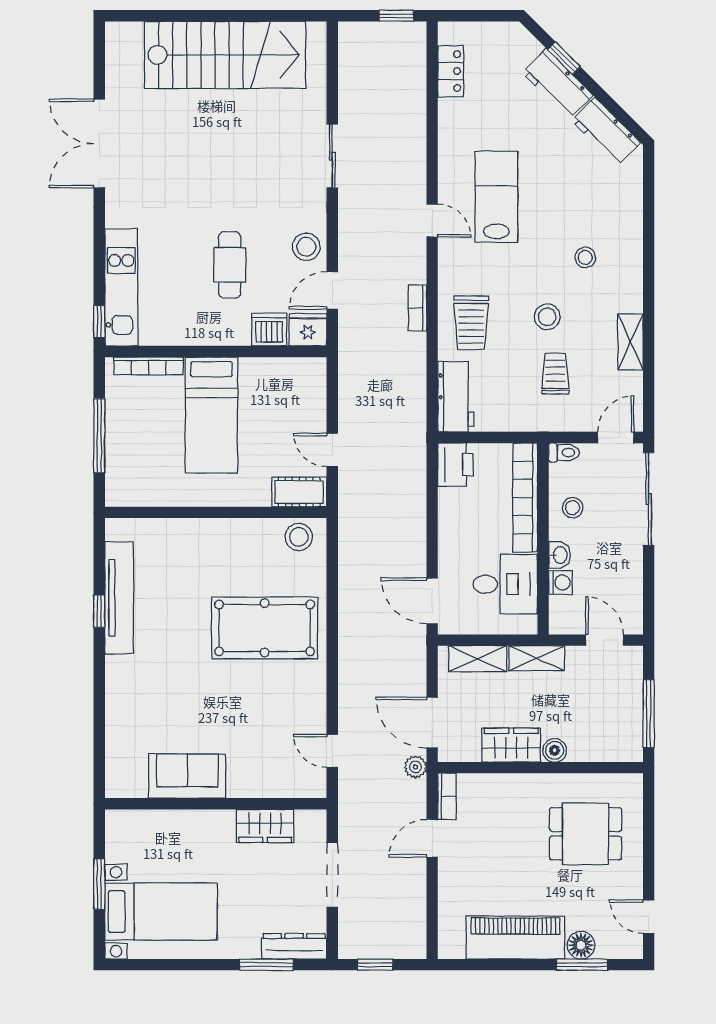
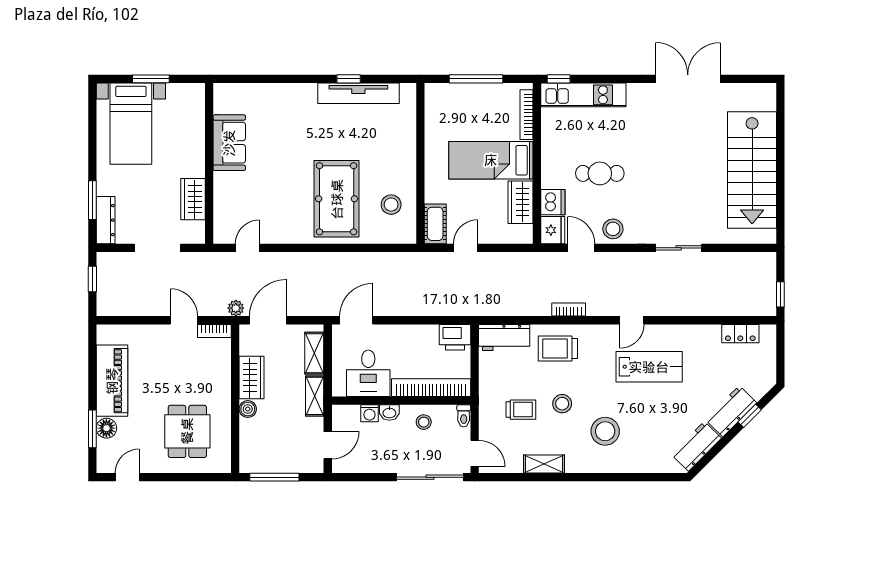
stool: (585, 257) -> (605, 431), width x1.89, depth x1.89
wardrobe: (269, 374) -> (521, 202), added
stool: (299, 537) -> (391, 205), moved

